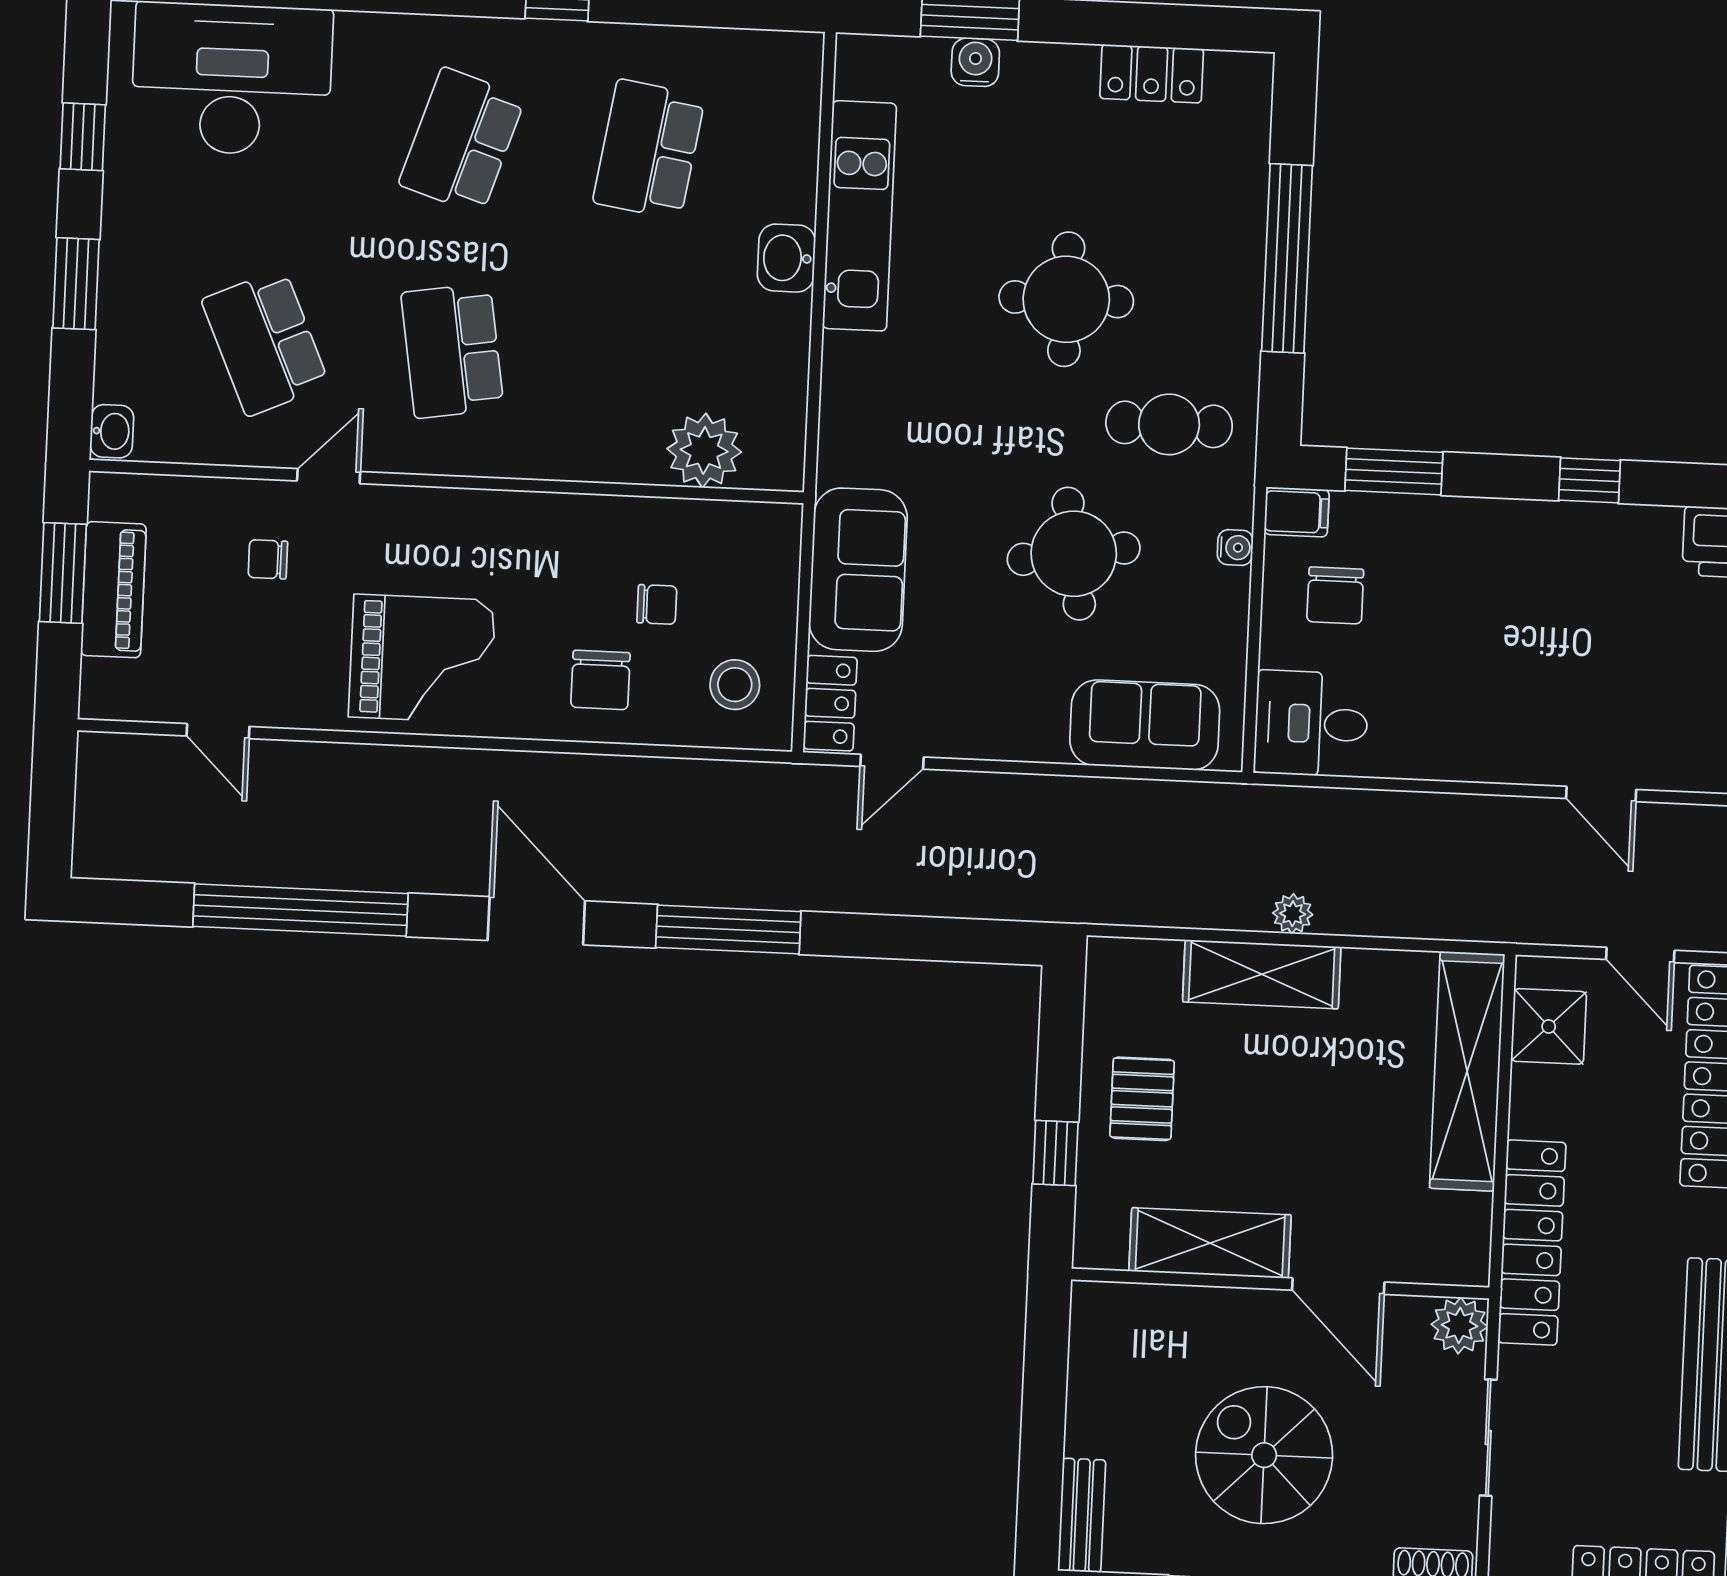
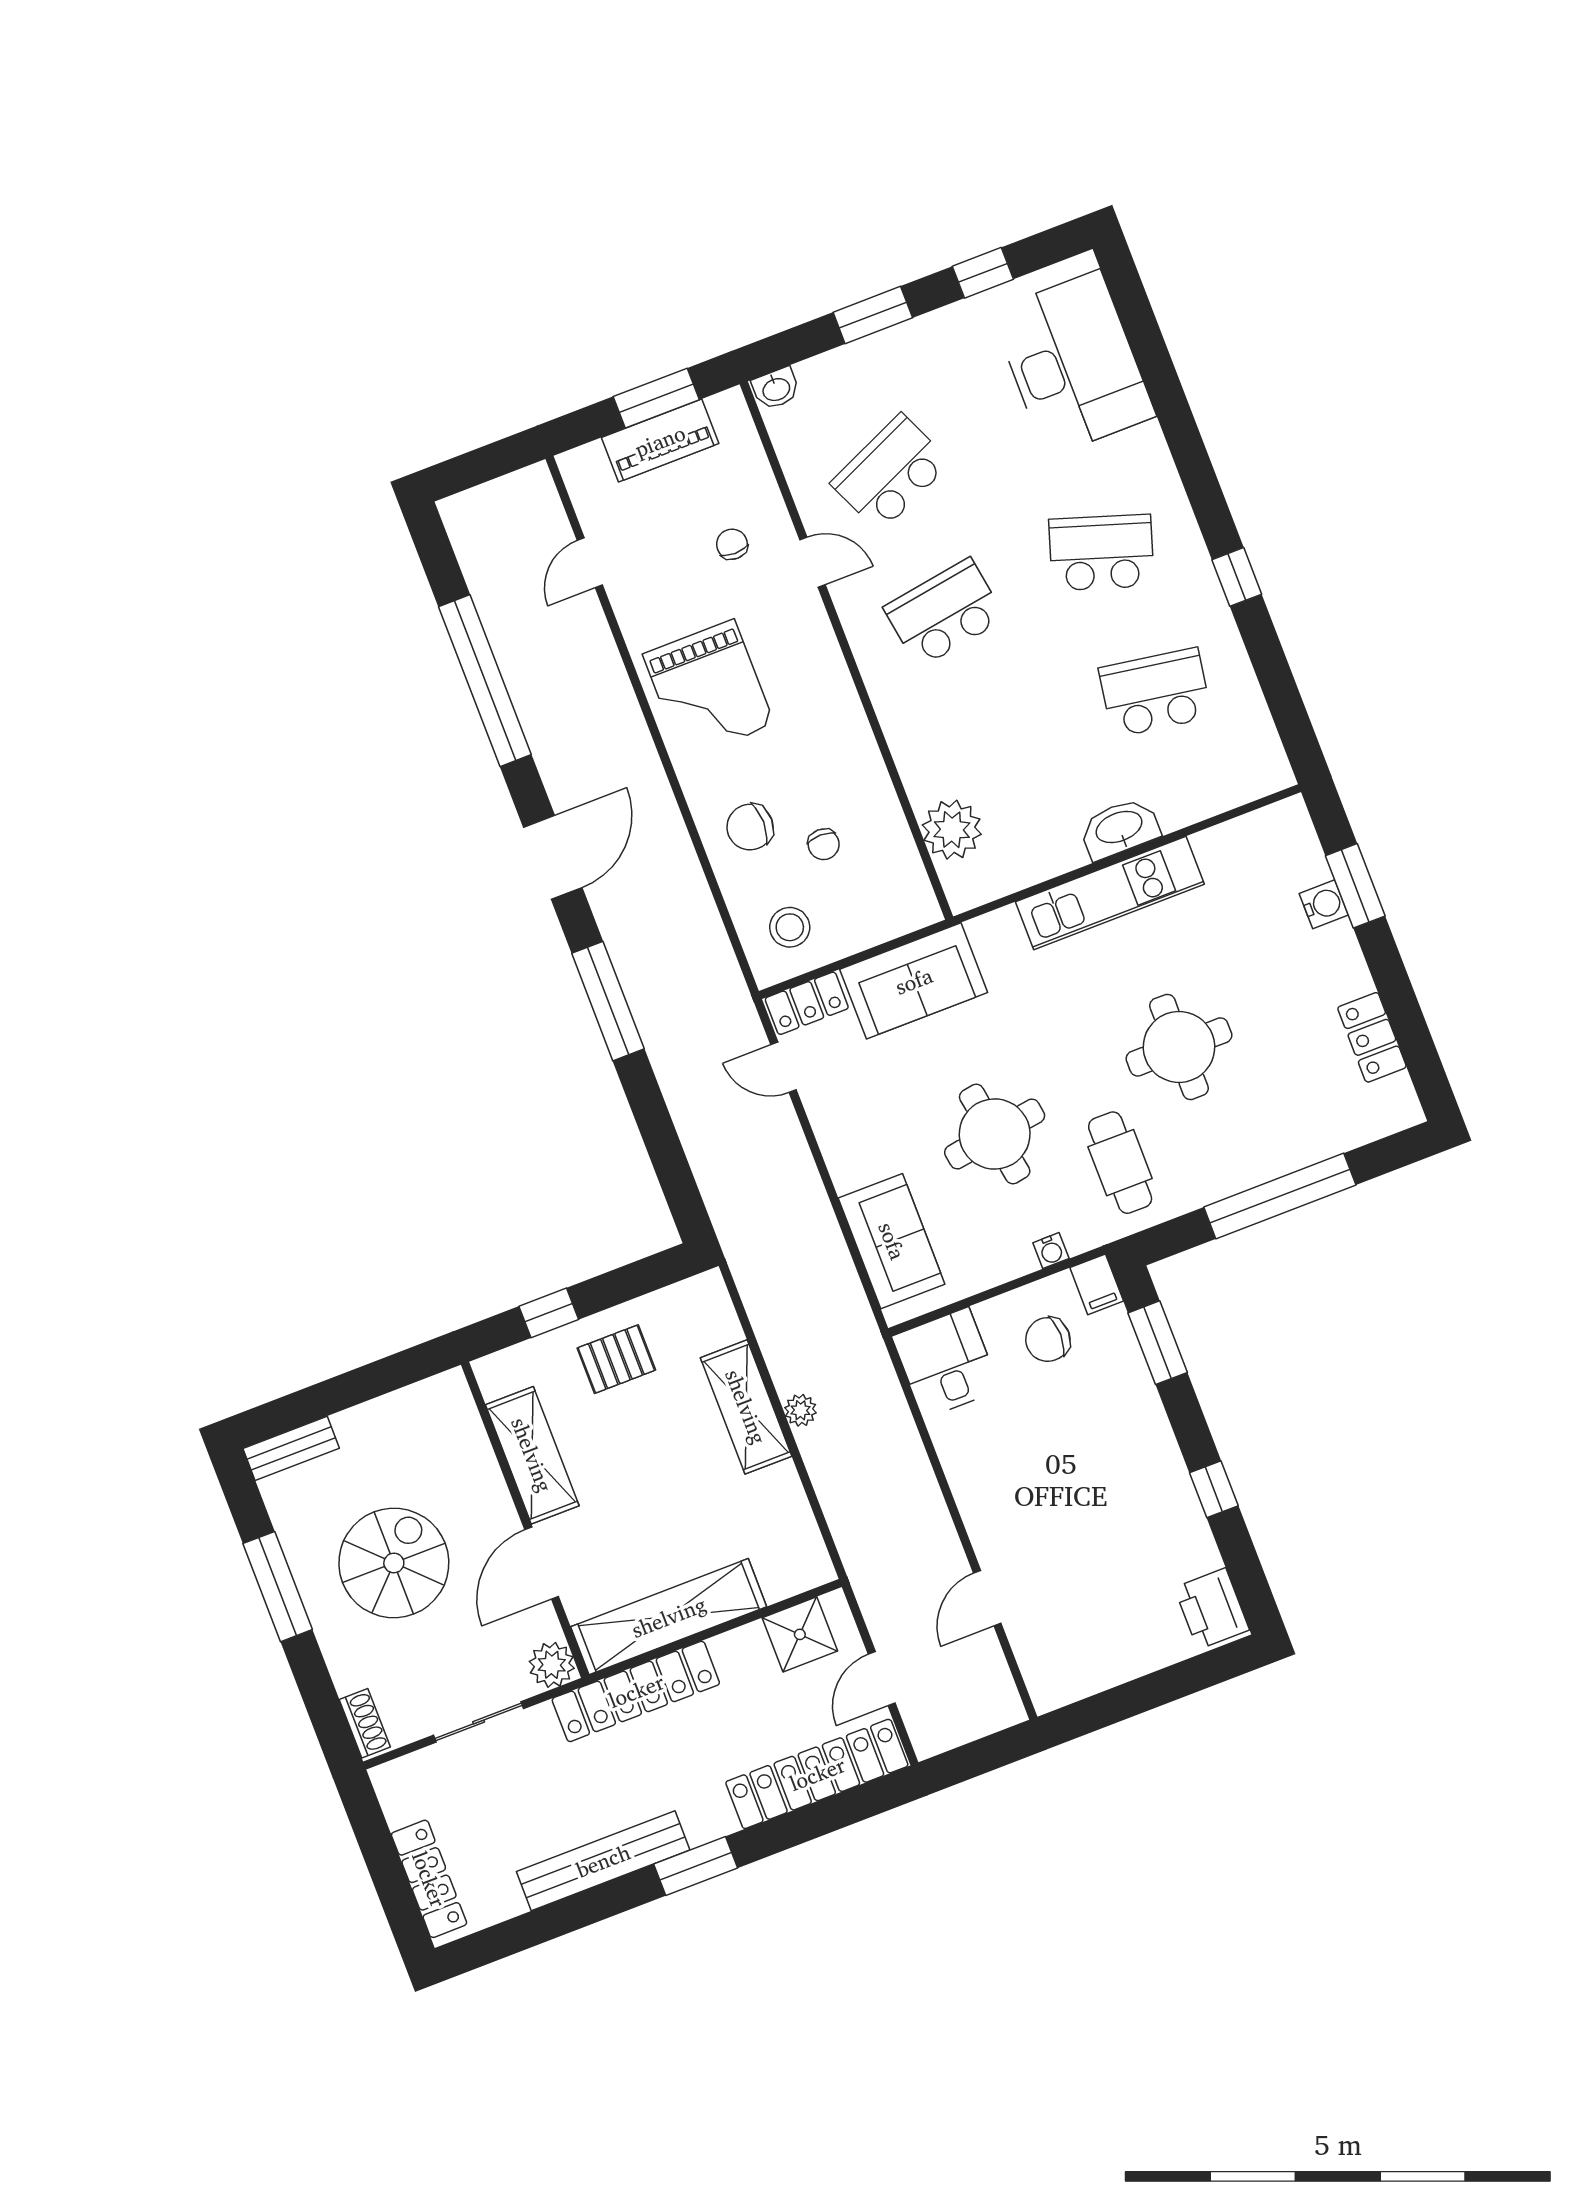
kitchen unit: (859, 216) -> (1110, 893), moved
washbasin: (786, 258) -> (1119, 828), width x1.38
shelving: (1467, 1071) -> (669, 1617), moved

